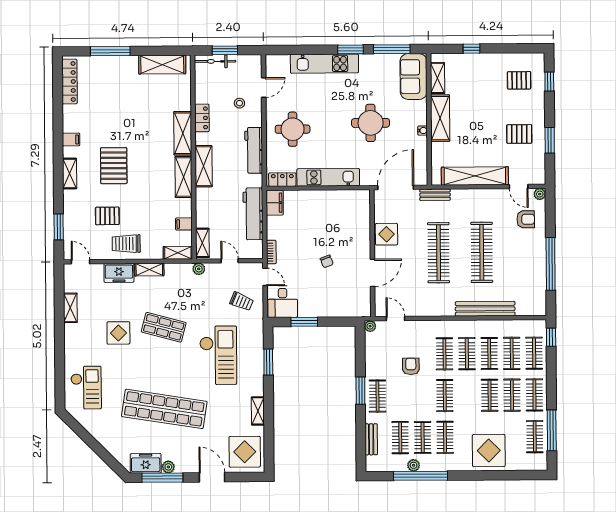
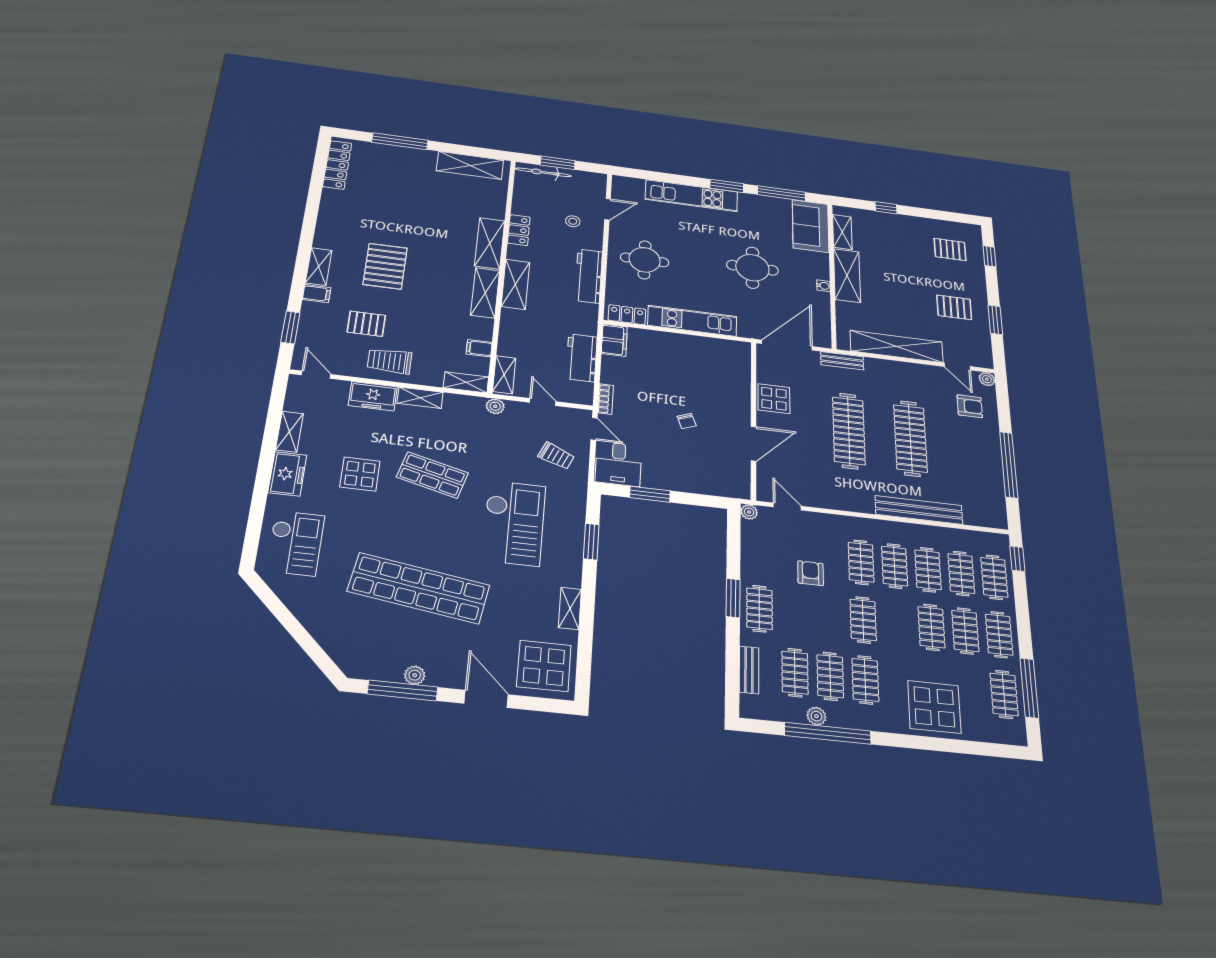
filing cabinet: (71, 139) -> (317, 294), moved
workbench: (253, 214) -> (581, 358), width x0.73
freezer: (146, 463) -> (287, 474), moved, turned 90

